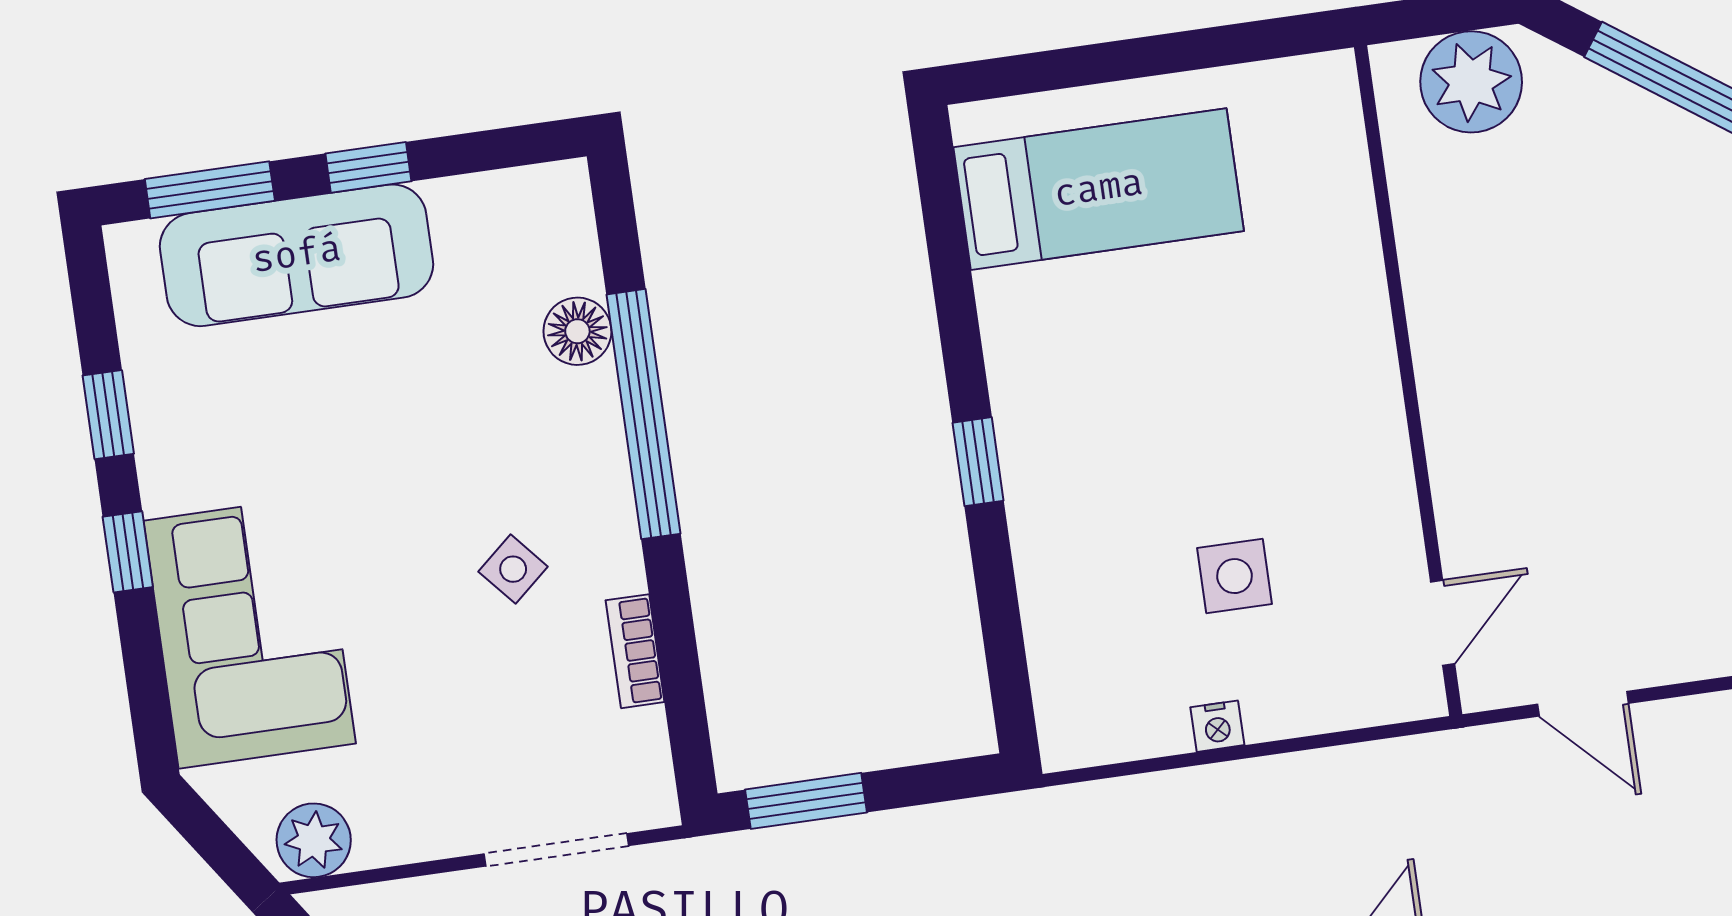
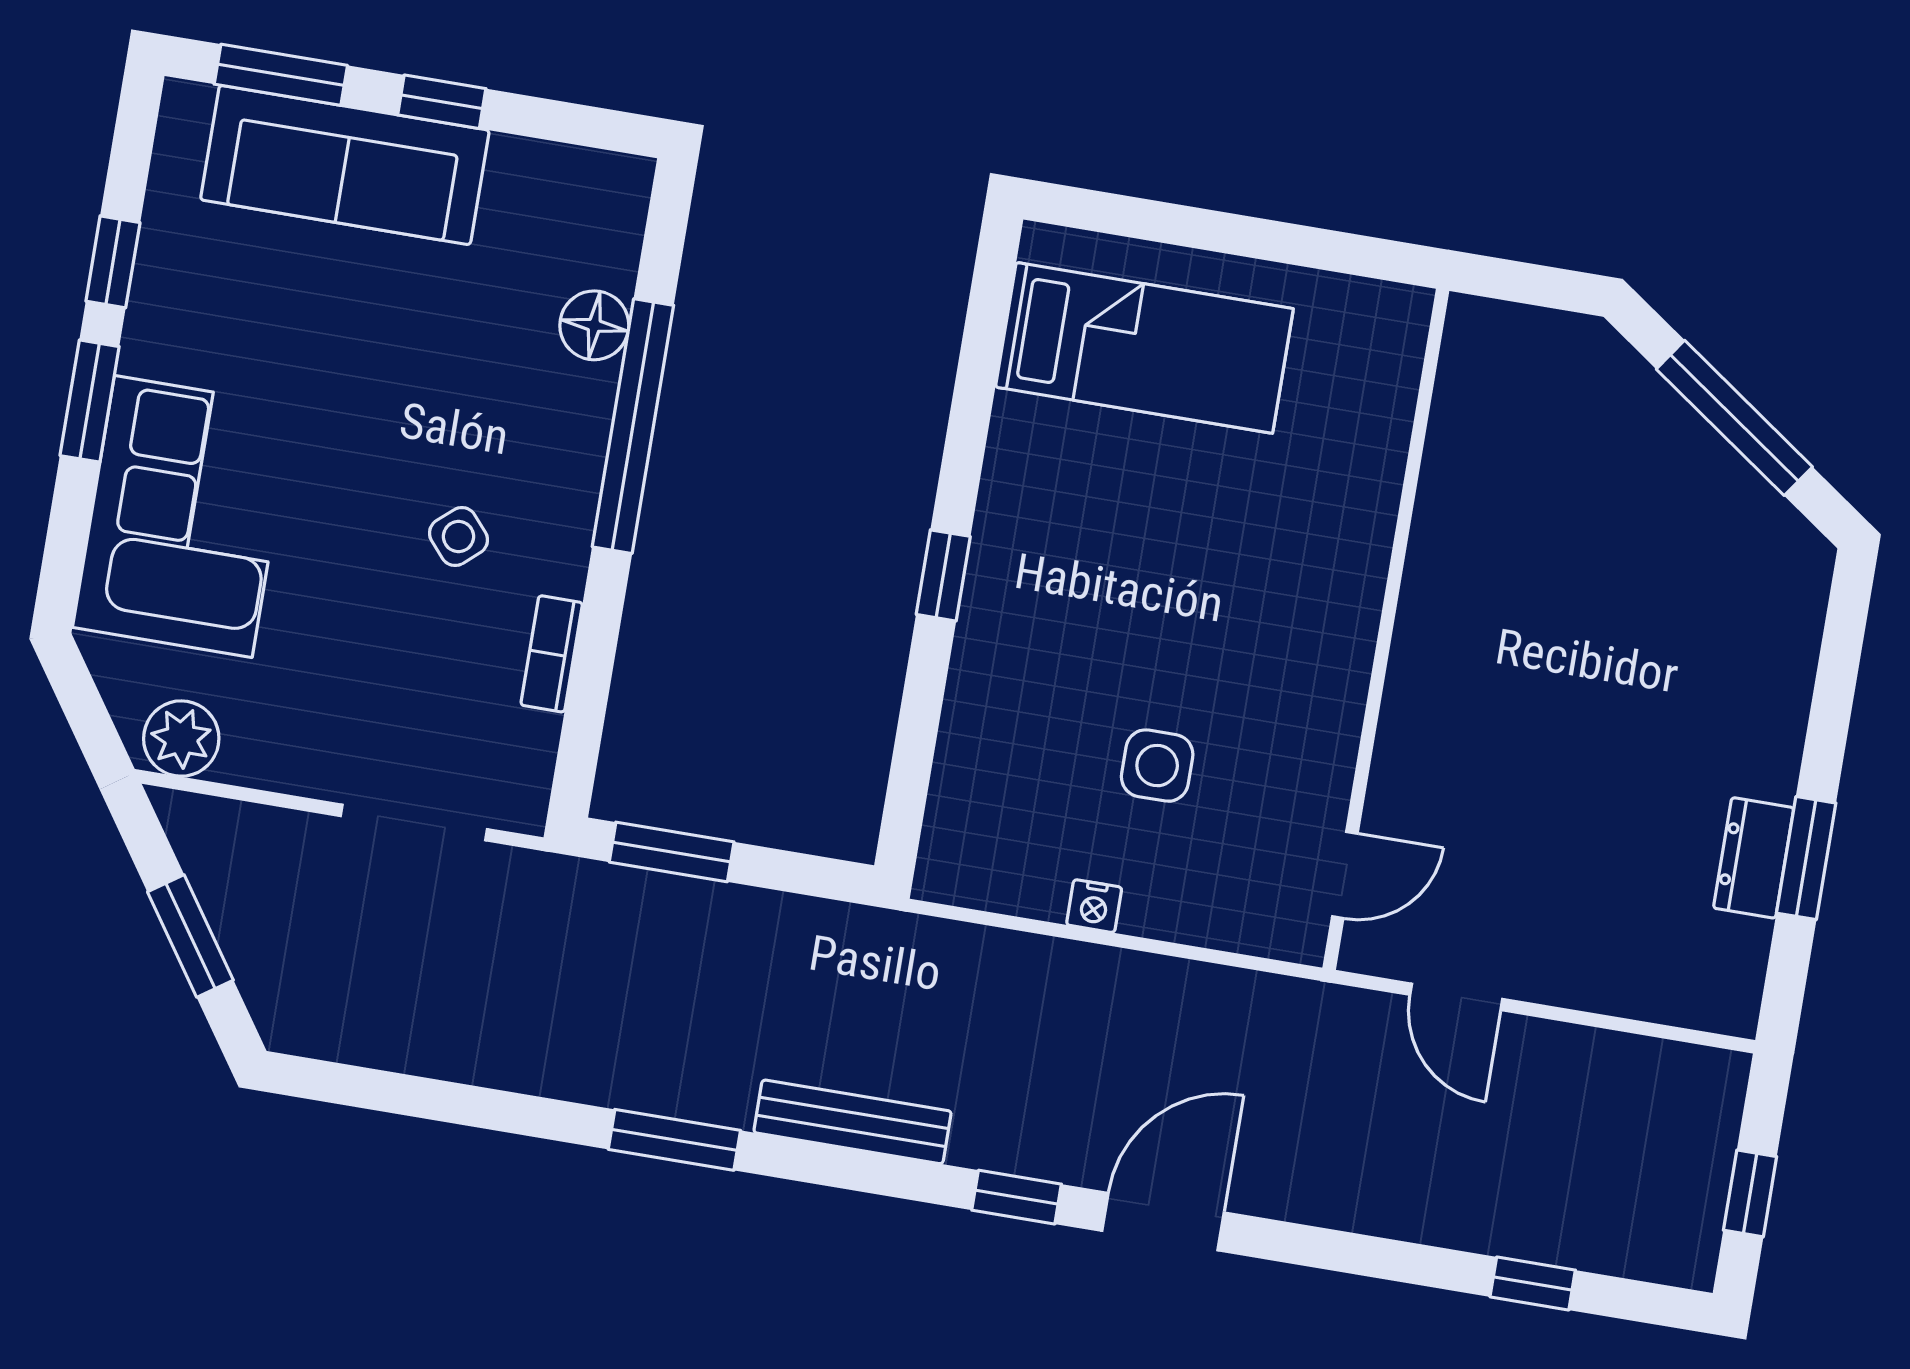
plant: (1471, 82) -> (1539, 358), removed
window: (128, 552) -> (90, 401), width x1.50

